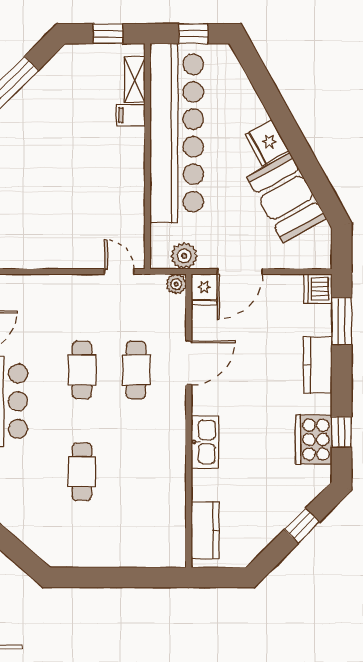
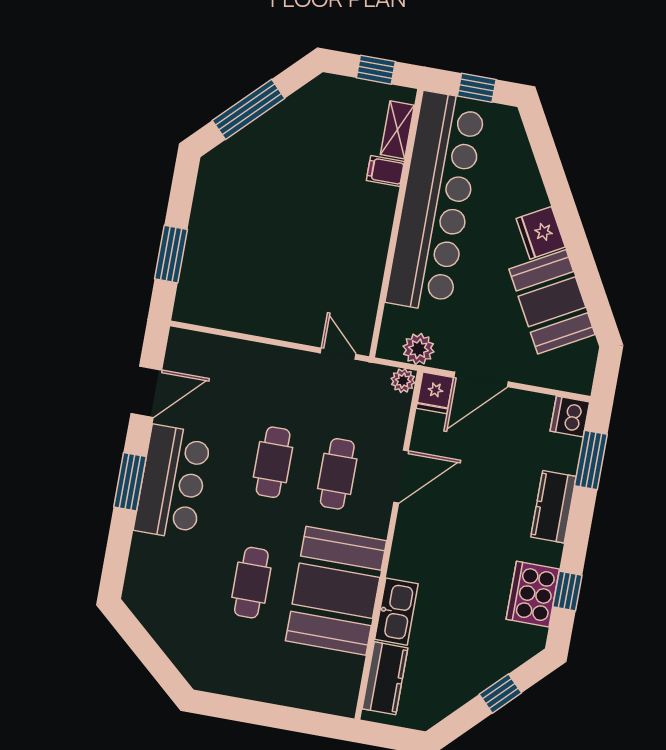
kitchen sink: (205, 442) -> (396, 612), moved
booth: (152, 466) -> (336, 591), added

